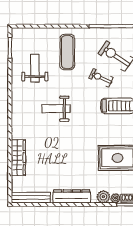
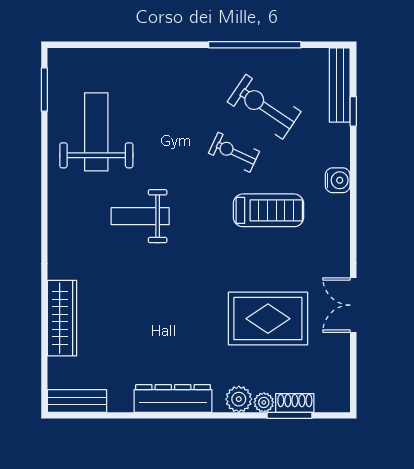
exercise mat: (67, 52) -> (164, 98), removed
weight bench: (35, 68) -> (96, 132), width x1.36, depth x1.33
bench: (31, 198) -> (77, 401), width x0.73

